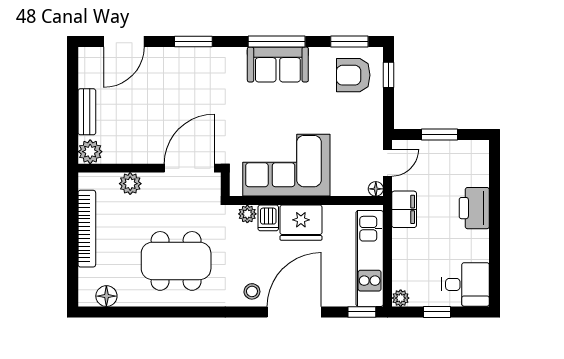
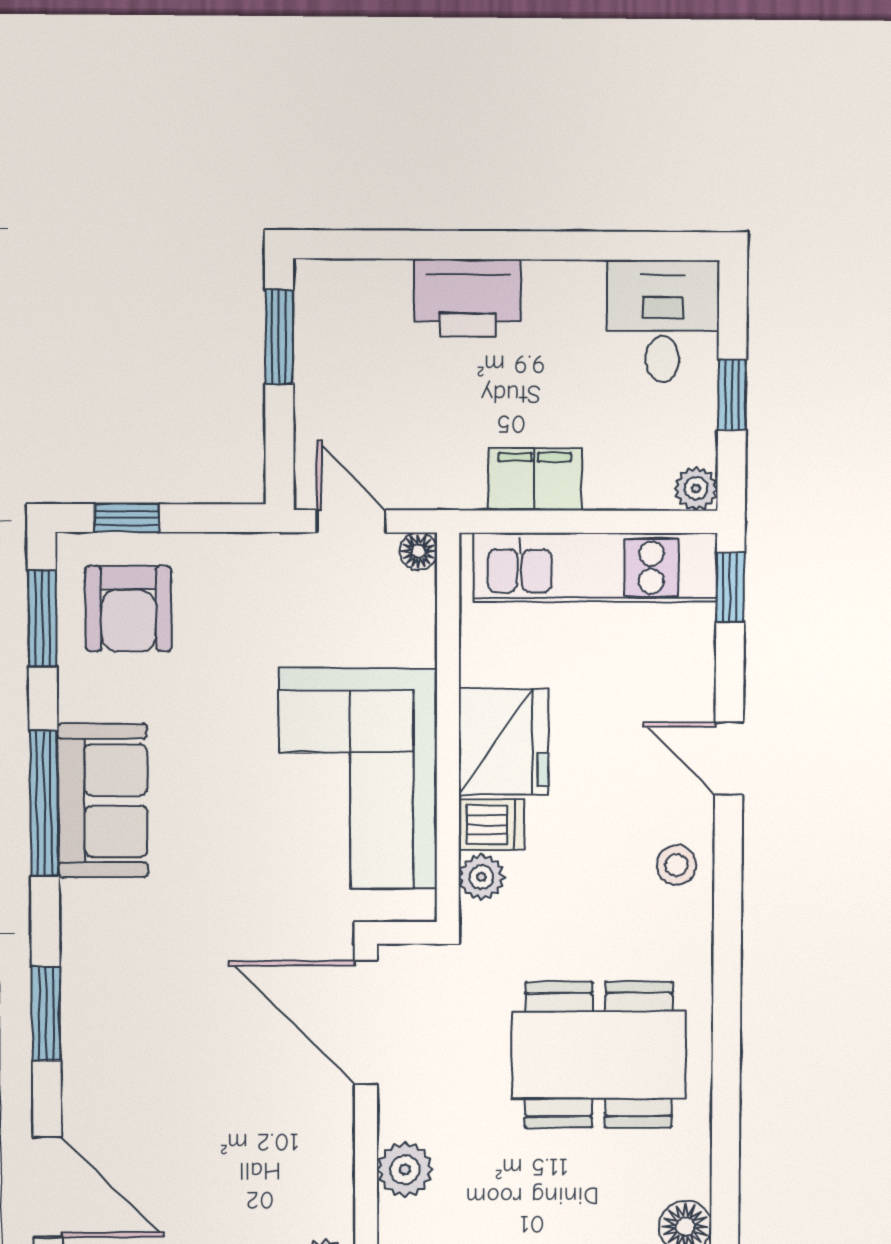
window: (440, 135) -> (279, 337), moved
filing cabinet: (404, 209) -> (535, 479), moved
dining table: (176, 261) -> (599, 1055), turned 90
door: (294, 312) -> (729, 759), width x0.53

